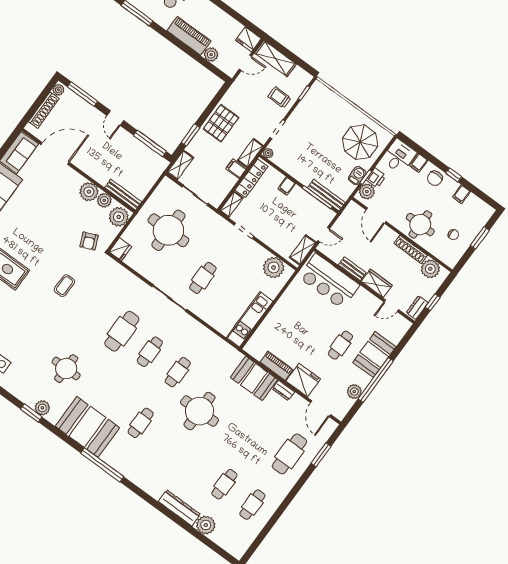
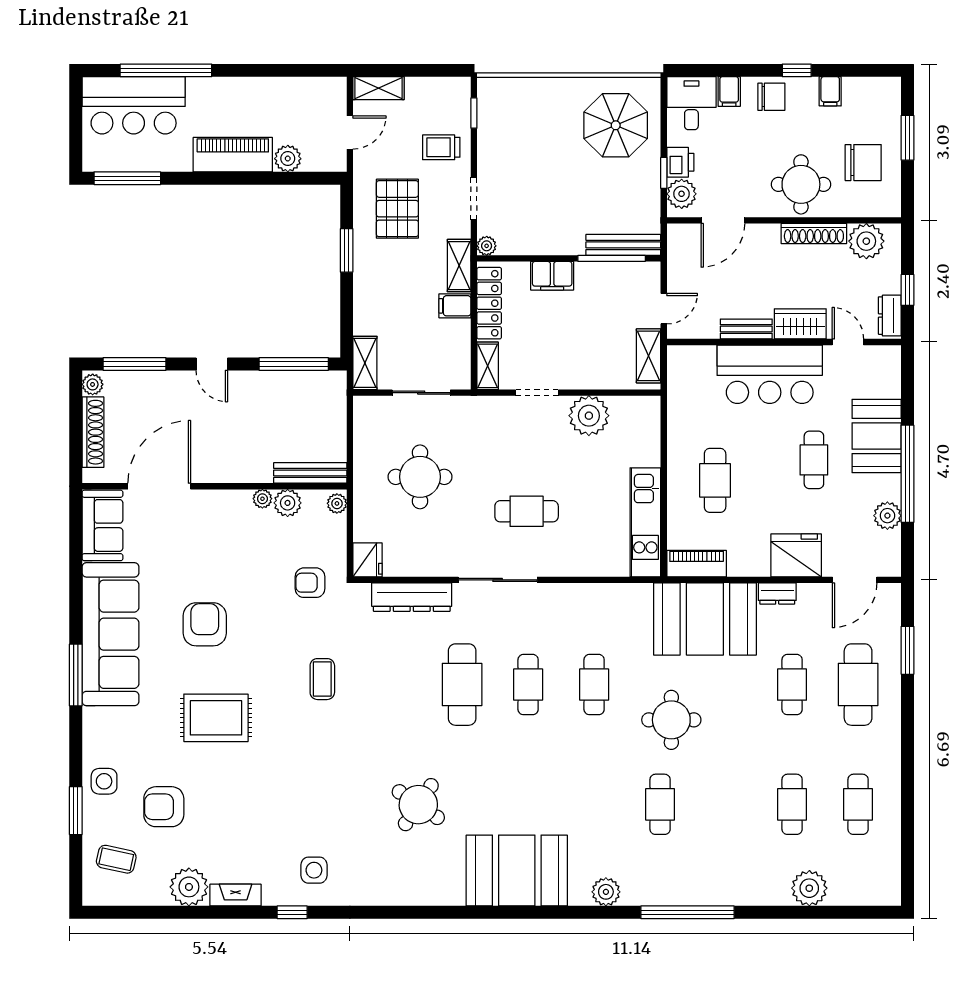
fridge: (248, 39) -> (328, 93), removed
shelving: (275, 59) -> (379, 88), width x0.67, depth x0.75
pallet: (221, 123) -> (397, 209), moved
window: (191, 135) -> (347, 250), moved
barbecue: (357, 176) -> (649, 180), removed
chair: (435, 178) -> (771, 97), turned -90
filing cabinet: (287, 186) -> (552, 276), width x2.00
plant: (89, 192) -> (262, 499), width x0.53, depth x0.53
door: (376, 216) -> (723, 220), hinge flipped
plant: (119, 217) -> (337, 503), width x0.53, depth x0.53
armchair: (32, 226) -> (205, 624), added
round table: (168, 230) -> (420, 477), width x0.73, depth x0.73
chair: (453, 235) -> (863, 163), width x1.87, depth x1.87
armchair: (89, 241) -> (310, 583), turned 113
plant: (274, 268) -> (589, 416), moved
cafe table: (203, 278) -> (527, 511), turned 90
bar counter: (329, 281) -> (770, 374), moved
door: (391, 306) -> (848, 342), swing flipped
cafe table: (292, 323) -> (715, 480), added
piano: (277, 366) -> (697, 564), moved
round table: (66, 369) -> (418, 805), turned 34
booth: (254, 378) -> (705, 619), width x1.36, depth x1.42
plant: (42, 408) -> (606, 892), moved
door: (320, 409) -> (855, 580), hinge flipped
round table: (199, 411) -> (671, 720), width x0.73, depth x0.73
window: (31, 413) -> (415, 912), removed
cafe table: (141, 423) -> (660, 804), moved
cafe table: (262, 433) -> (792, 685), added
window: (102, 465) -> (688, 912), moved
dresser: (179, 508) -> (412, 597), moved, turned 180

